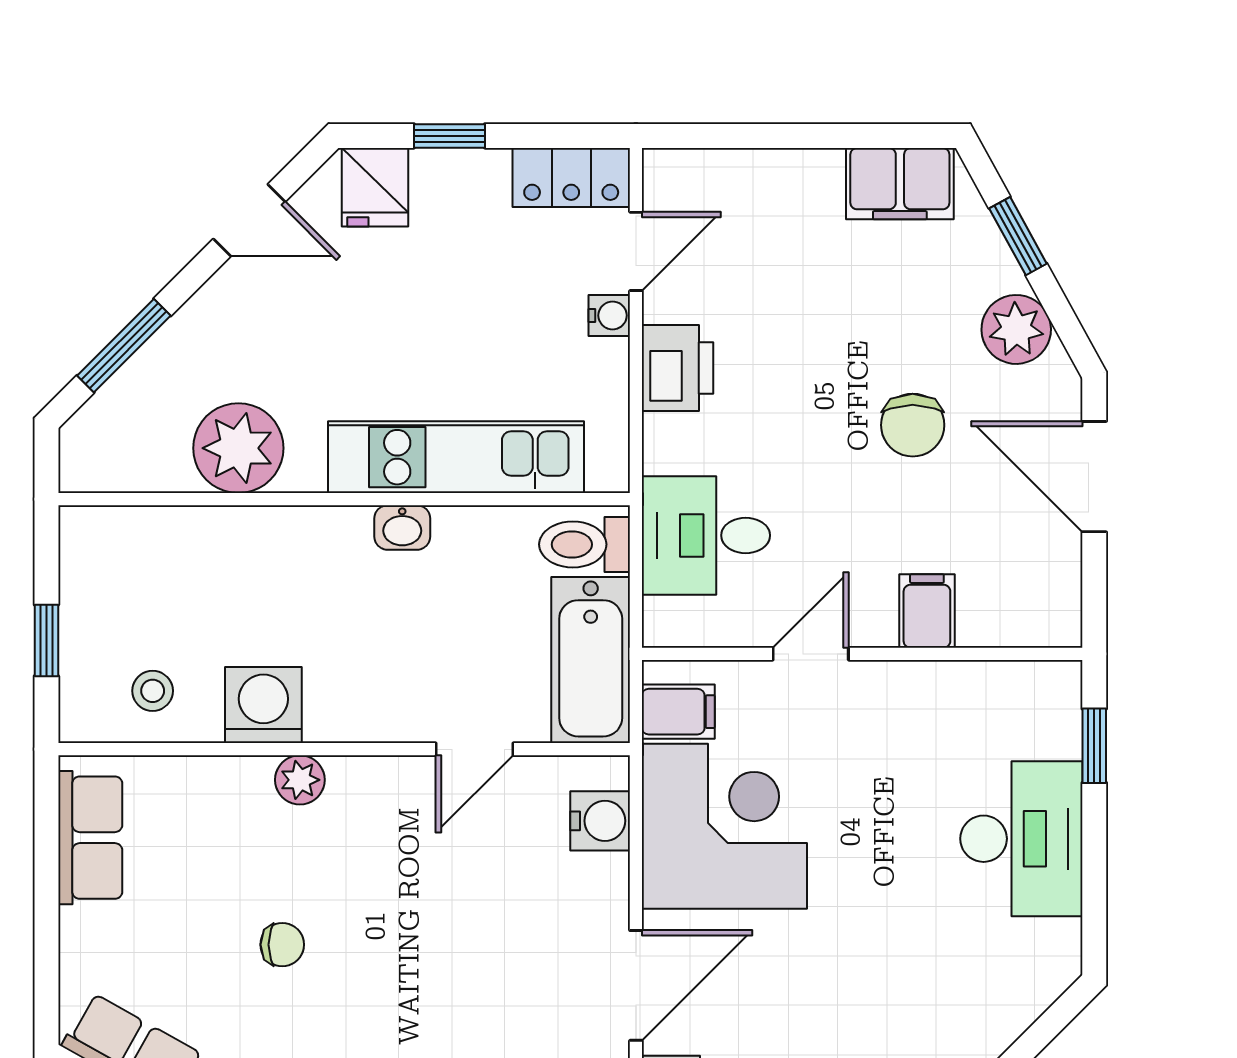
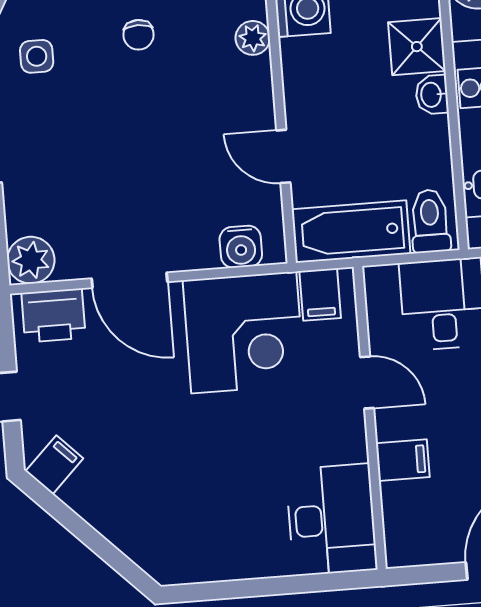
shower: (331, 544) -> (417, 47), added
window: (1094, 746) -> (319, 583), removed
desk: (1021, 839) -> (332, 520), moved, turned -90

